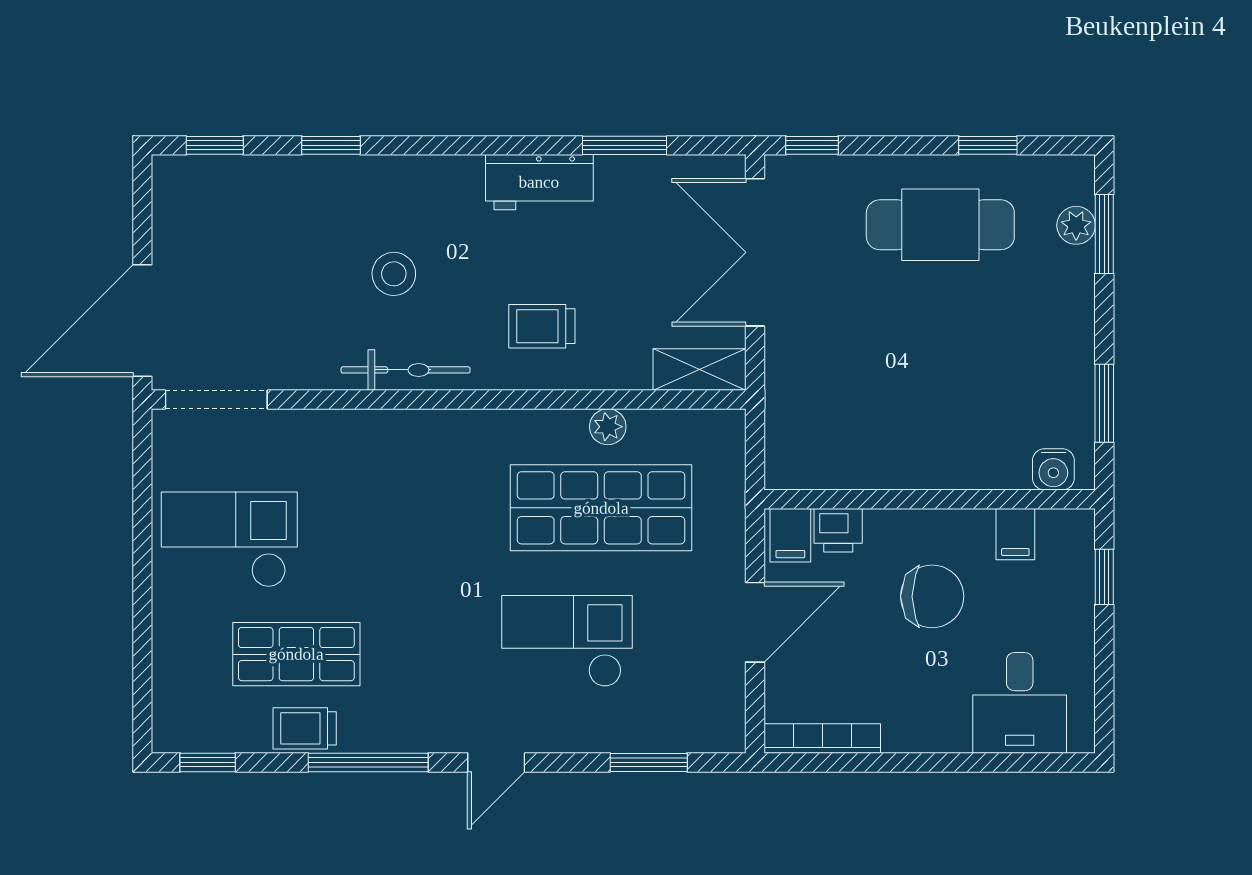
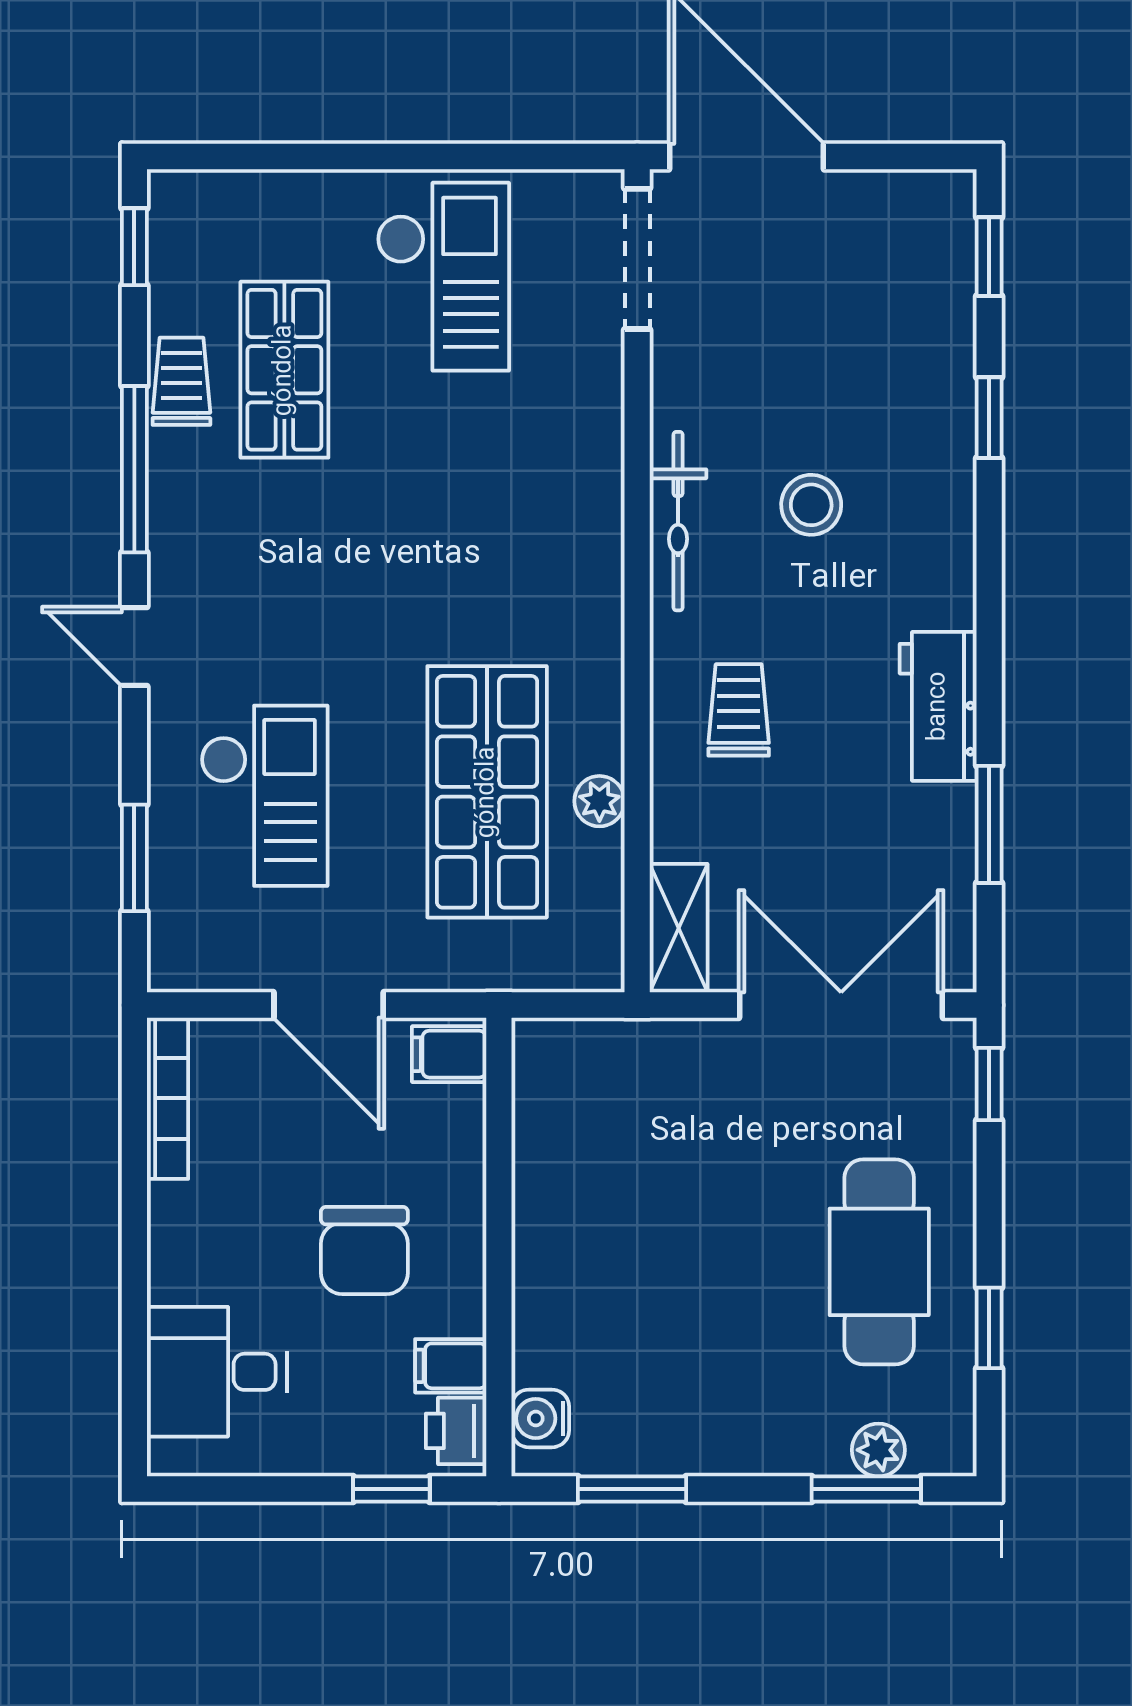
printer: (838, 530) -> (456, 1431), moved
checkout: (567, 641) -> (264, 796), moved

